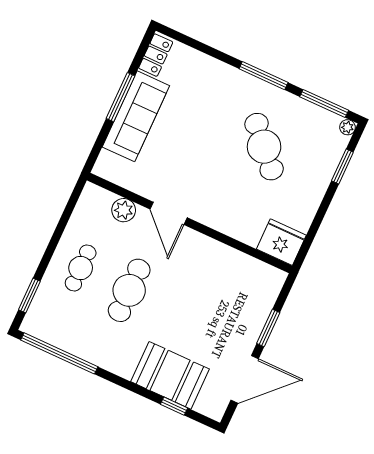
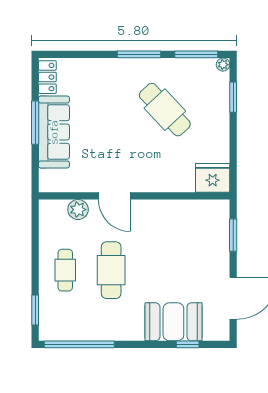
window: (268, 328) -> (233, 235), moved

